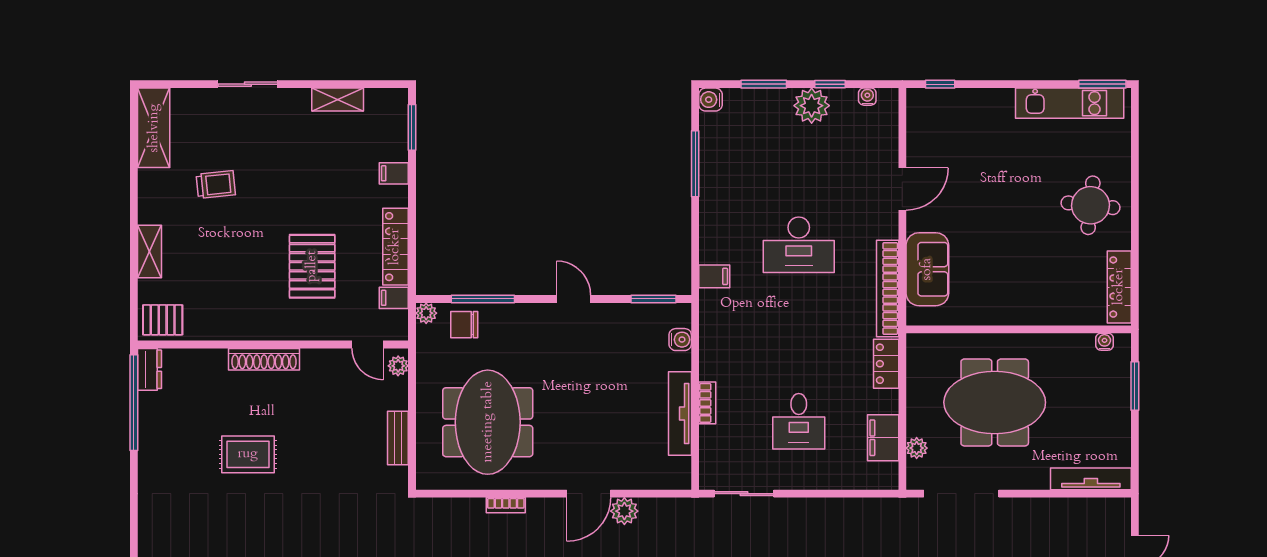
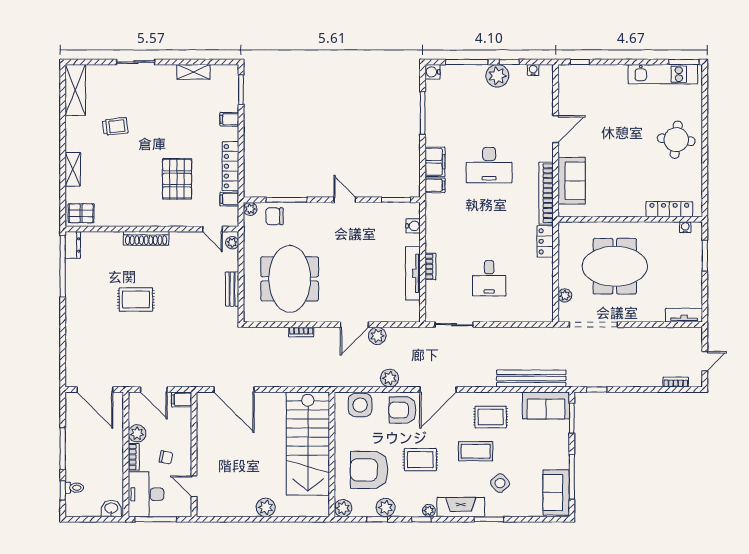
window: (764, 84) -> (467, 62), width x1.44
locker: (1119, 287) -> (669, 209), moved, turned 90
filing cabinet: (883, 438) -> (435, 162), moved, turned 180
tv unit: (1091, 479) -> (684, 315), width x0.71

